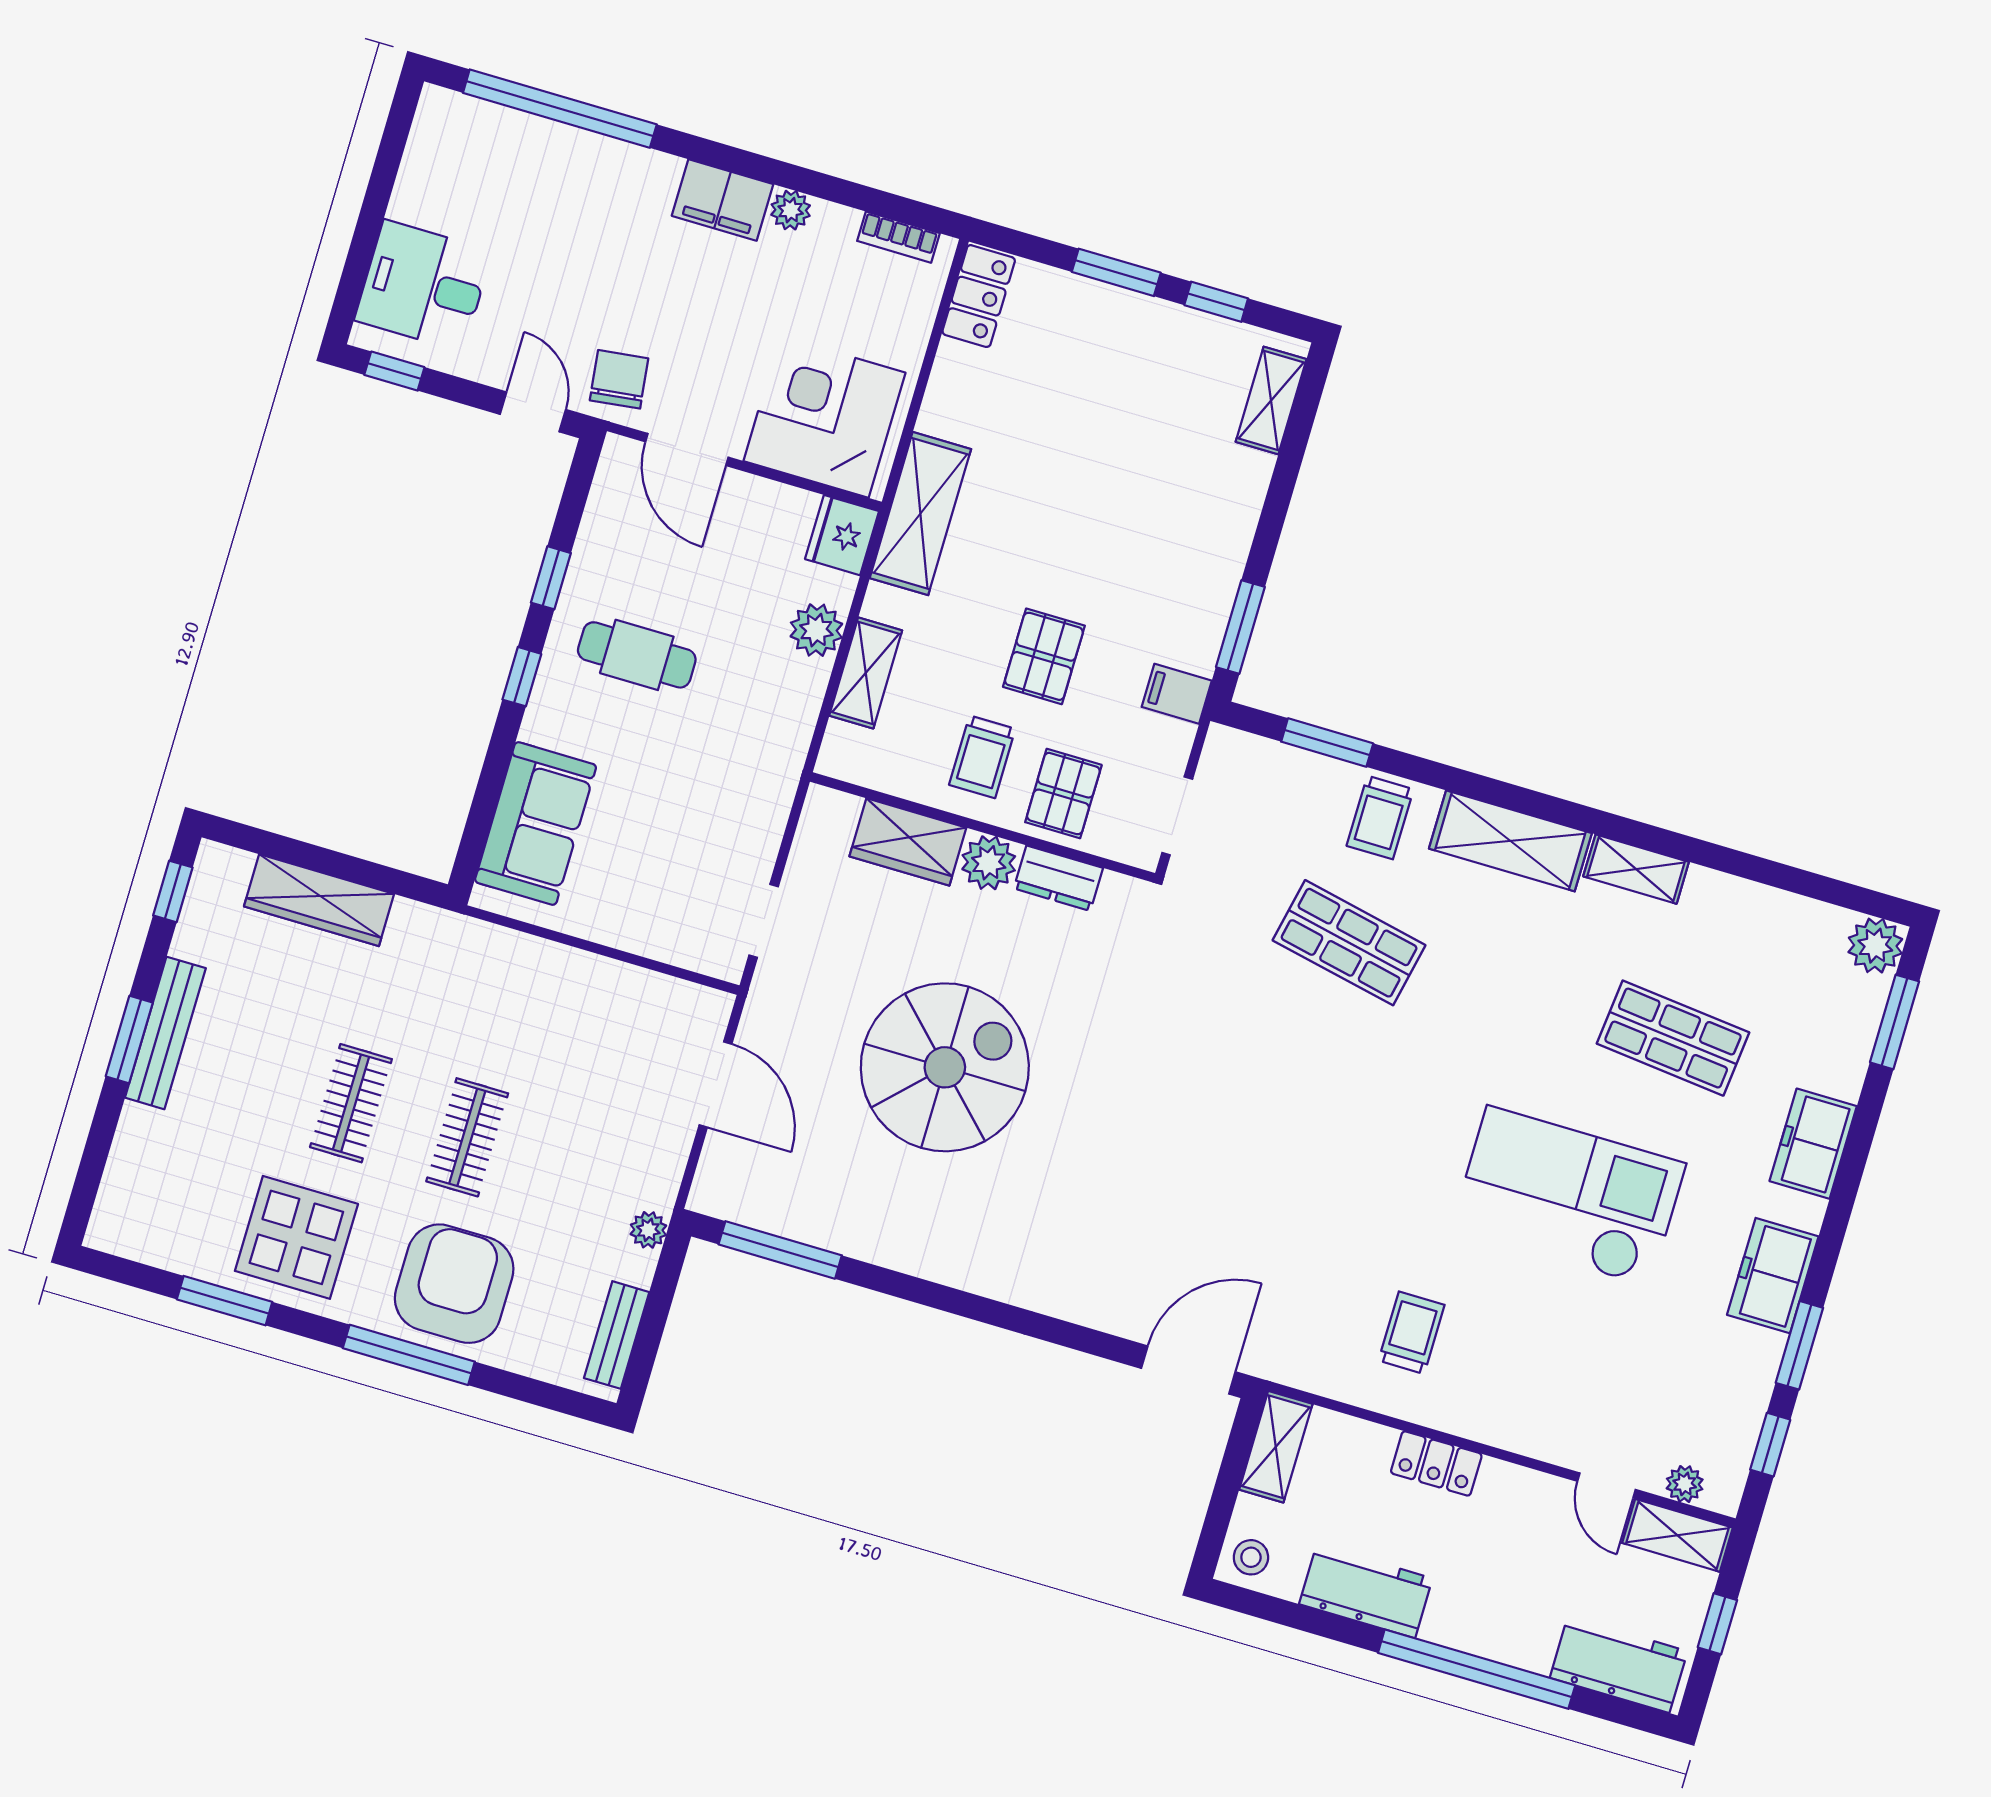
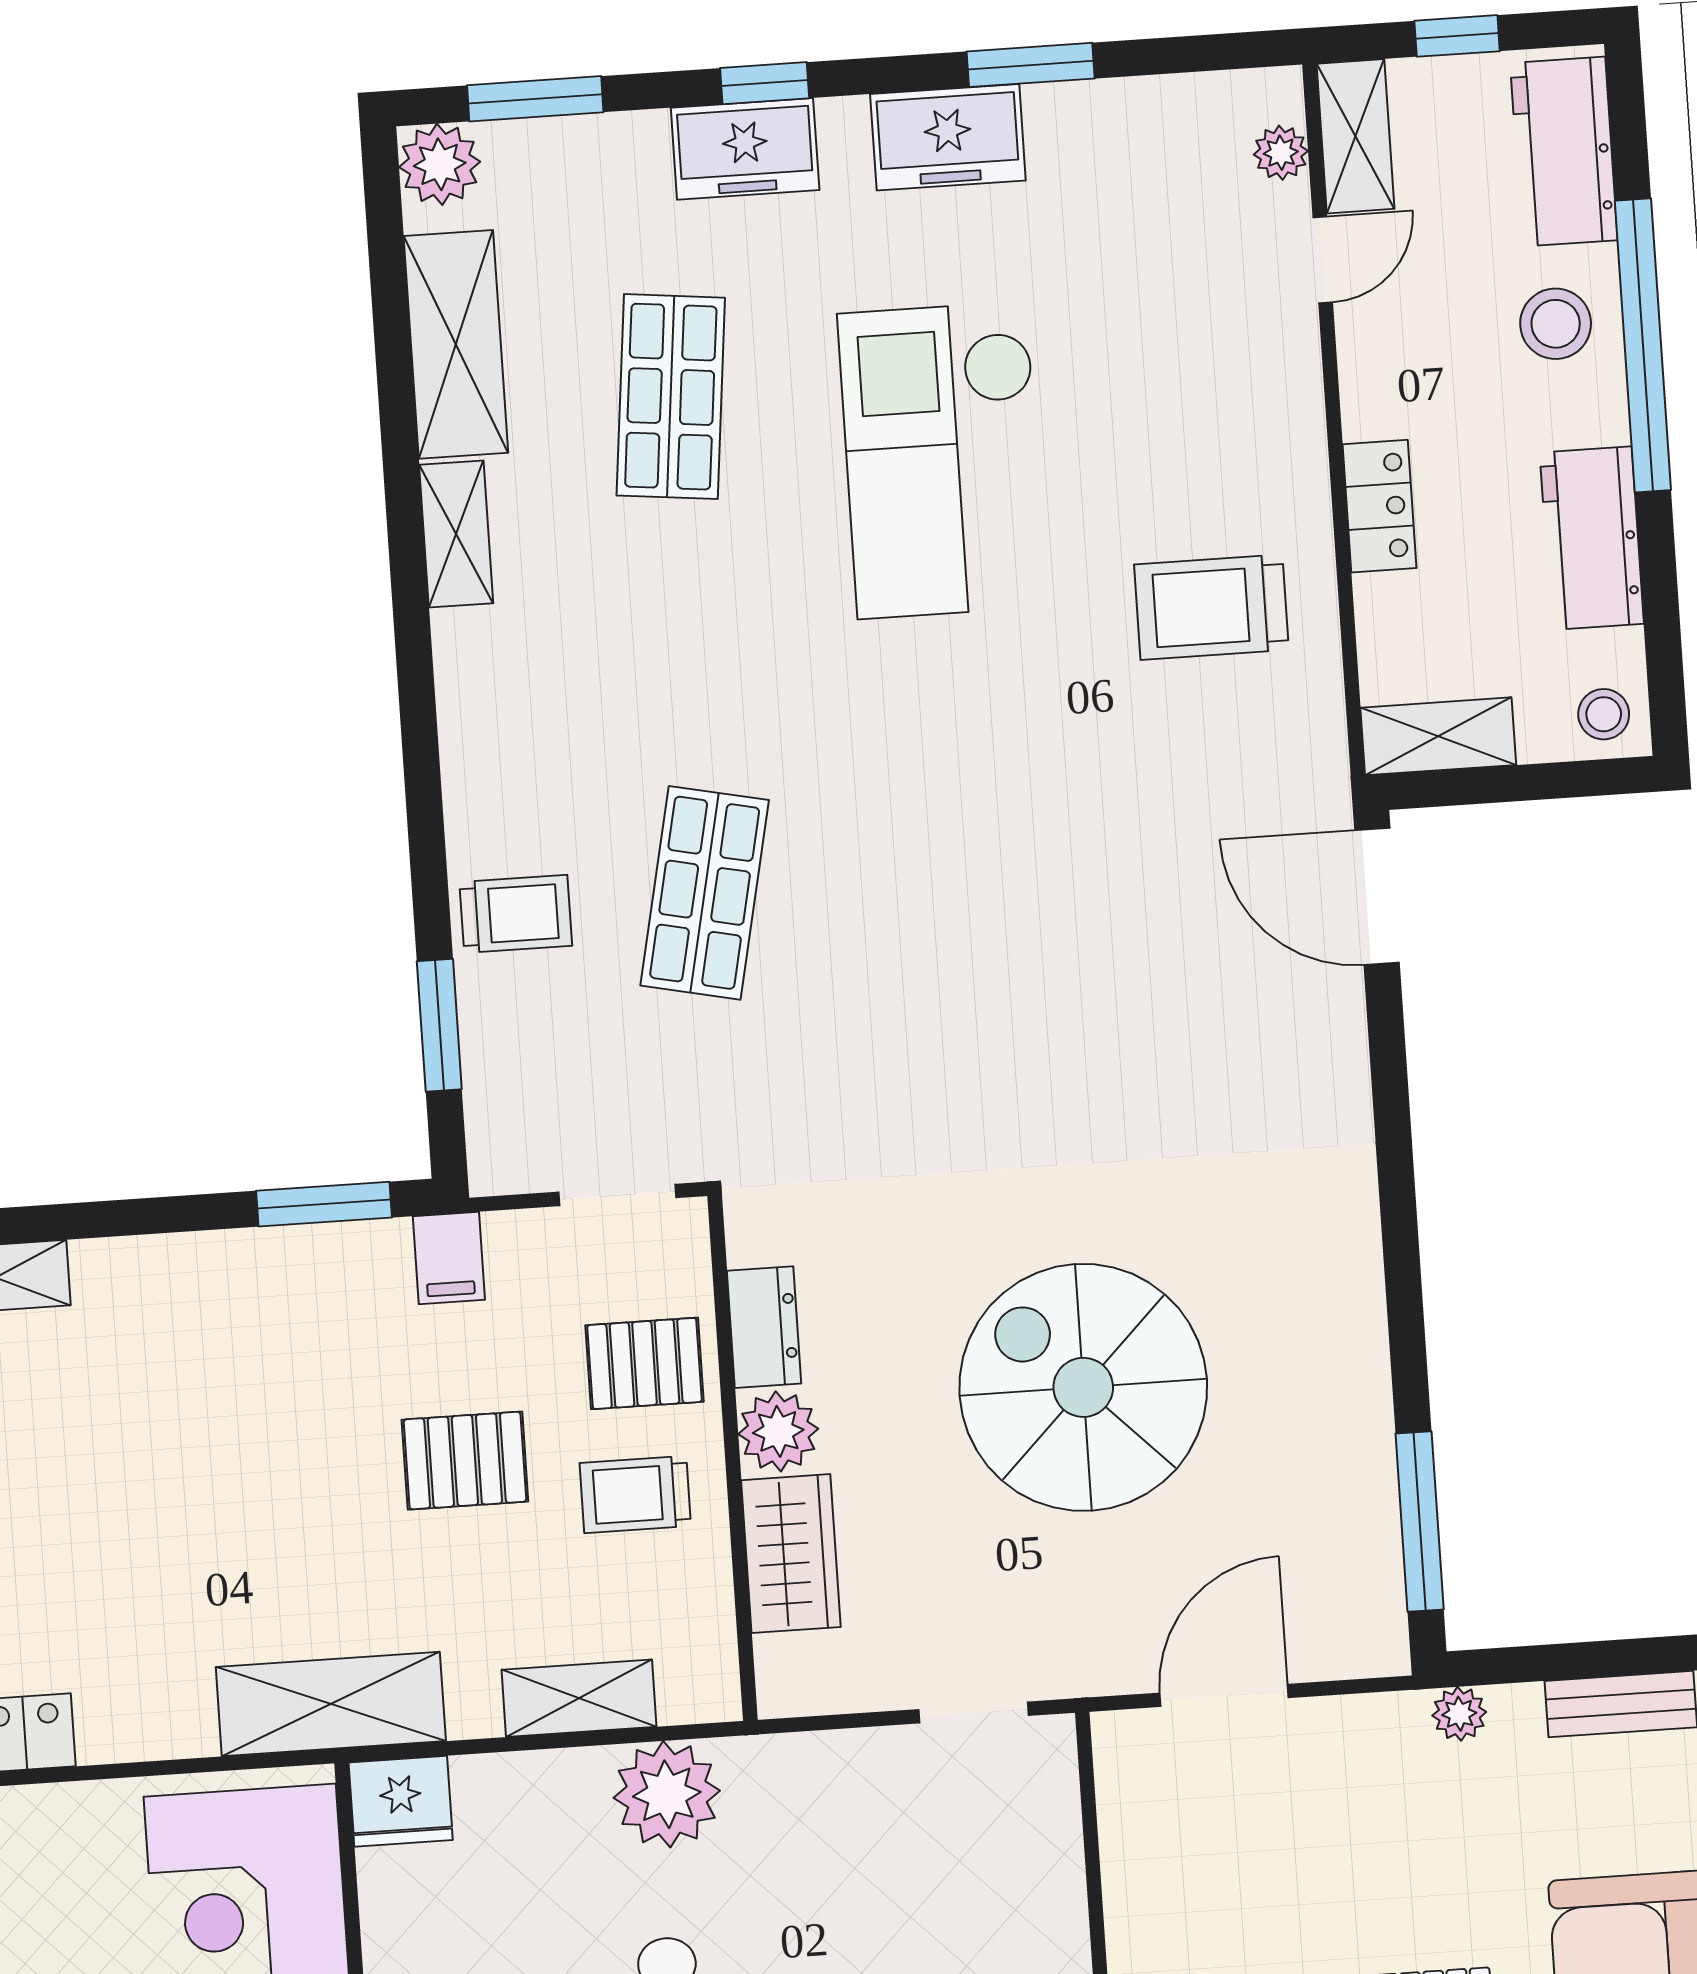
plant: (816, 630) -> (667, 1794), moved, width x1.36, depth x1.36
trolley: (982, 757) -> (635, 1494), turned 180
shelving: (1510, 841) -> (456, 344), moved
trolley: (1412, 1333) -> (1211, 607), width x1.36, depth x1.39
window: (1770, 1445) -> (765, 83), moved
stool: (1511, 1619) -> (1556, 324), added

